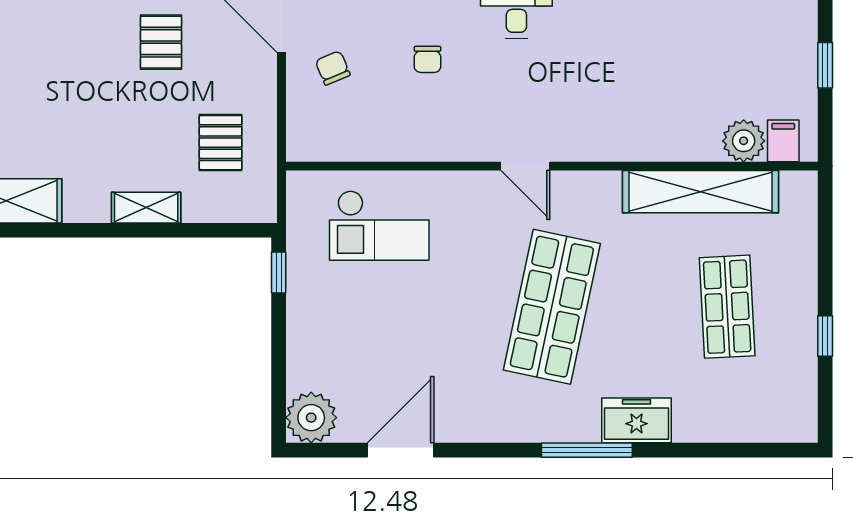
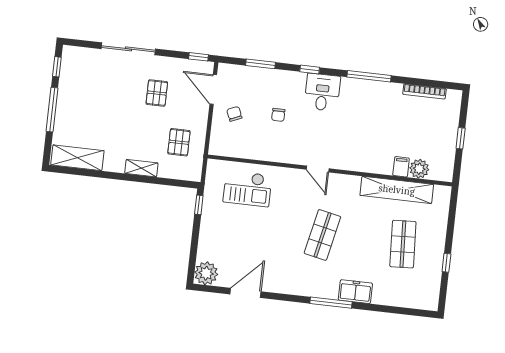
filing cabinet: (783, 141) -> (401, 167), moved
shop shelf: (552, 307) -> (322, 235), width x0.70, depth x0.74

